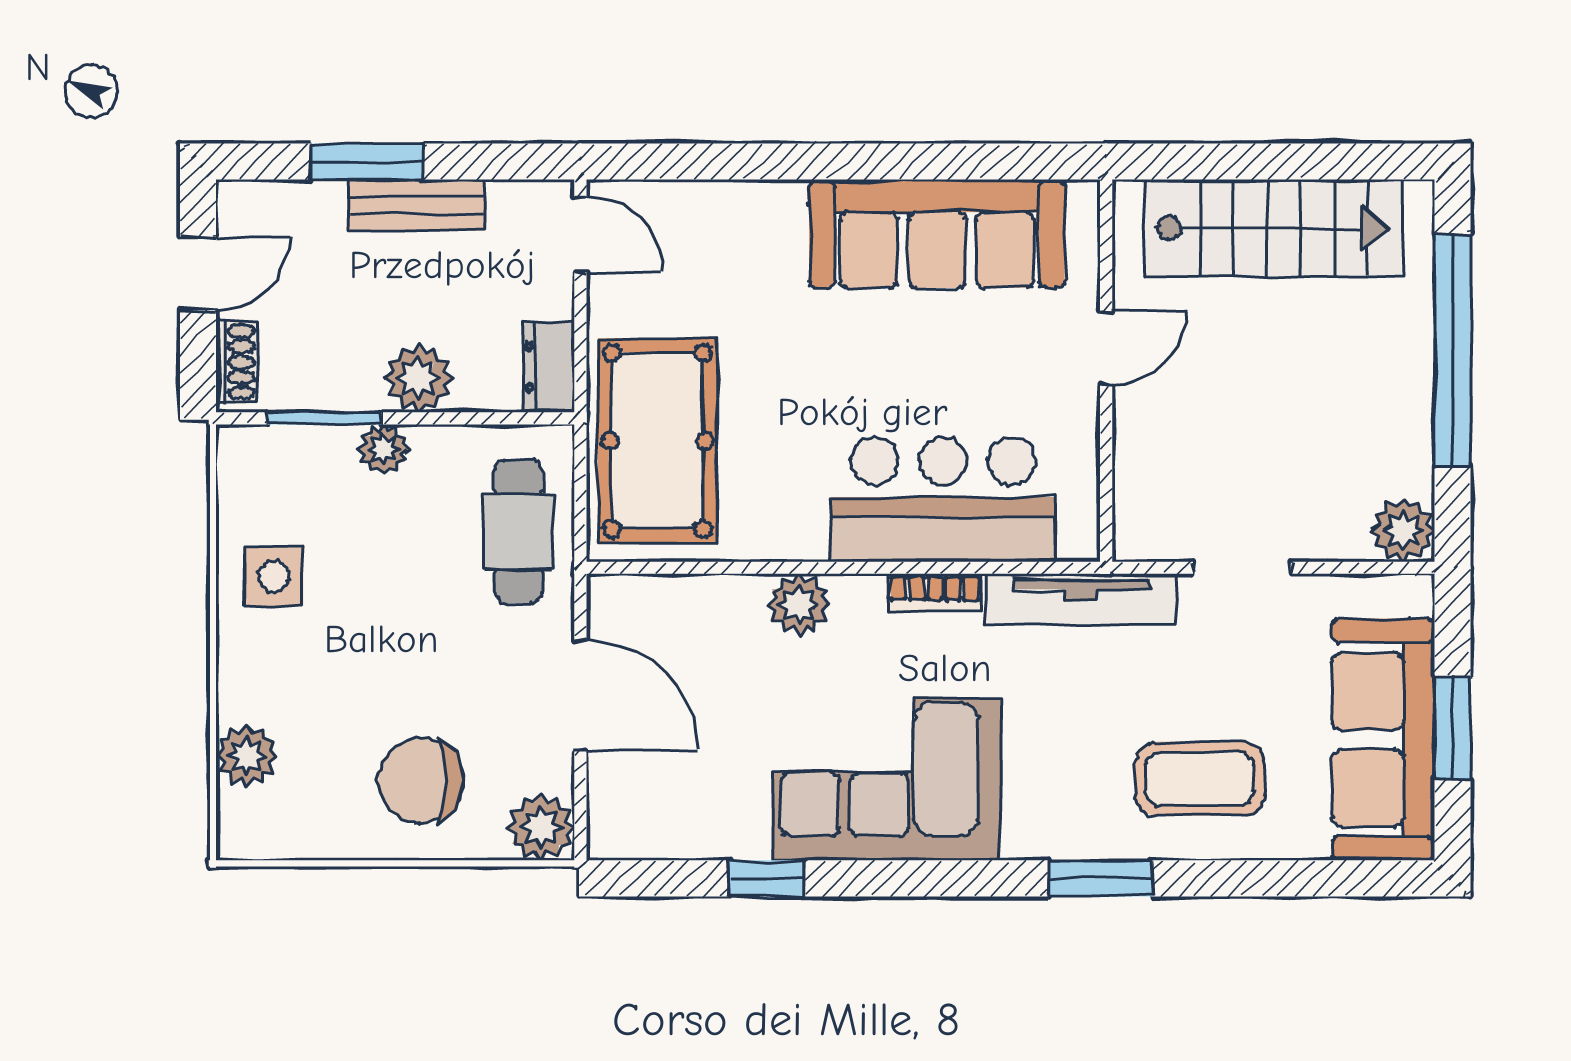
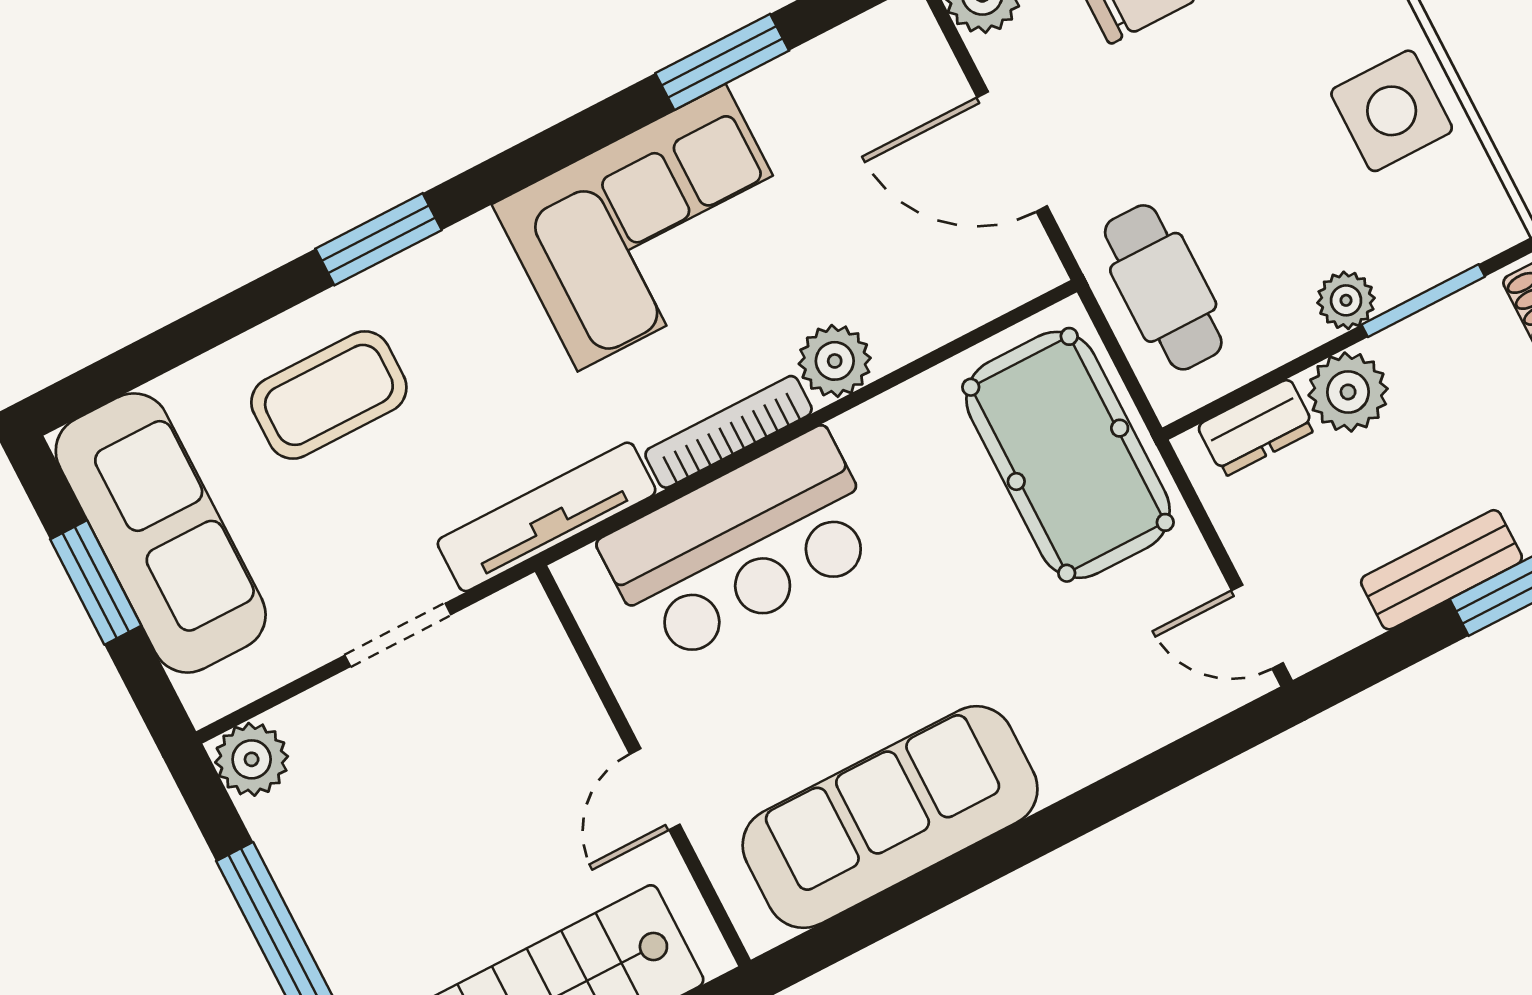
dresser: (549, 367) -> (1257, 428), moved, turned 90
side table: (274, 576) -> (1392, 111), width x1.37, depth x1.37
bookcase: (935, 593) -> (729, 432), width x1.56
window: (767, 878) -> (722, 62), width x1.50

